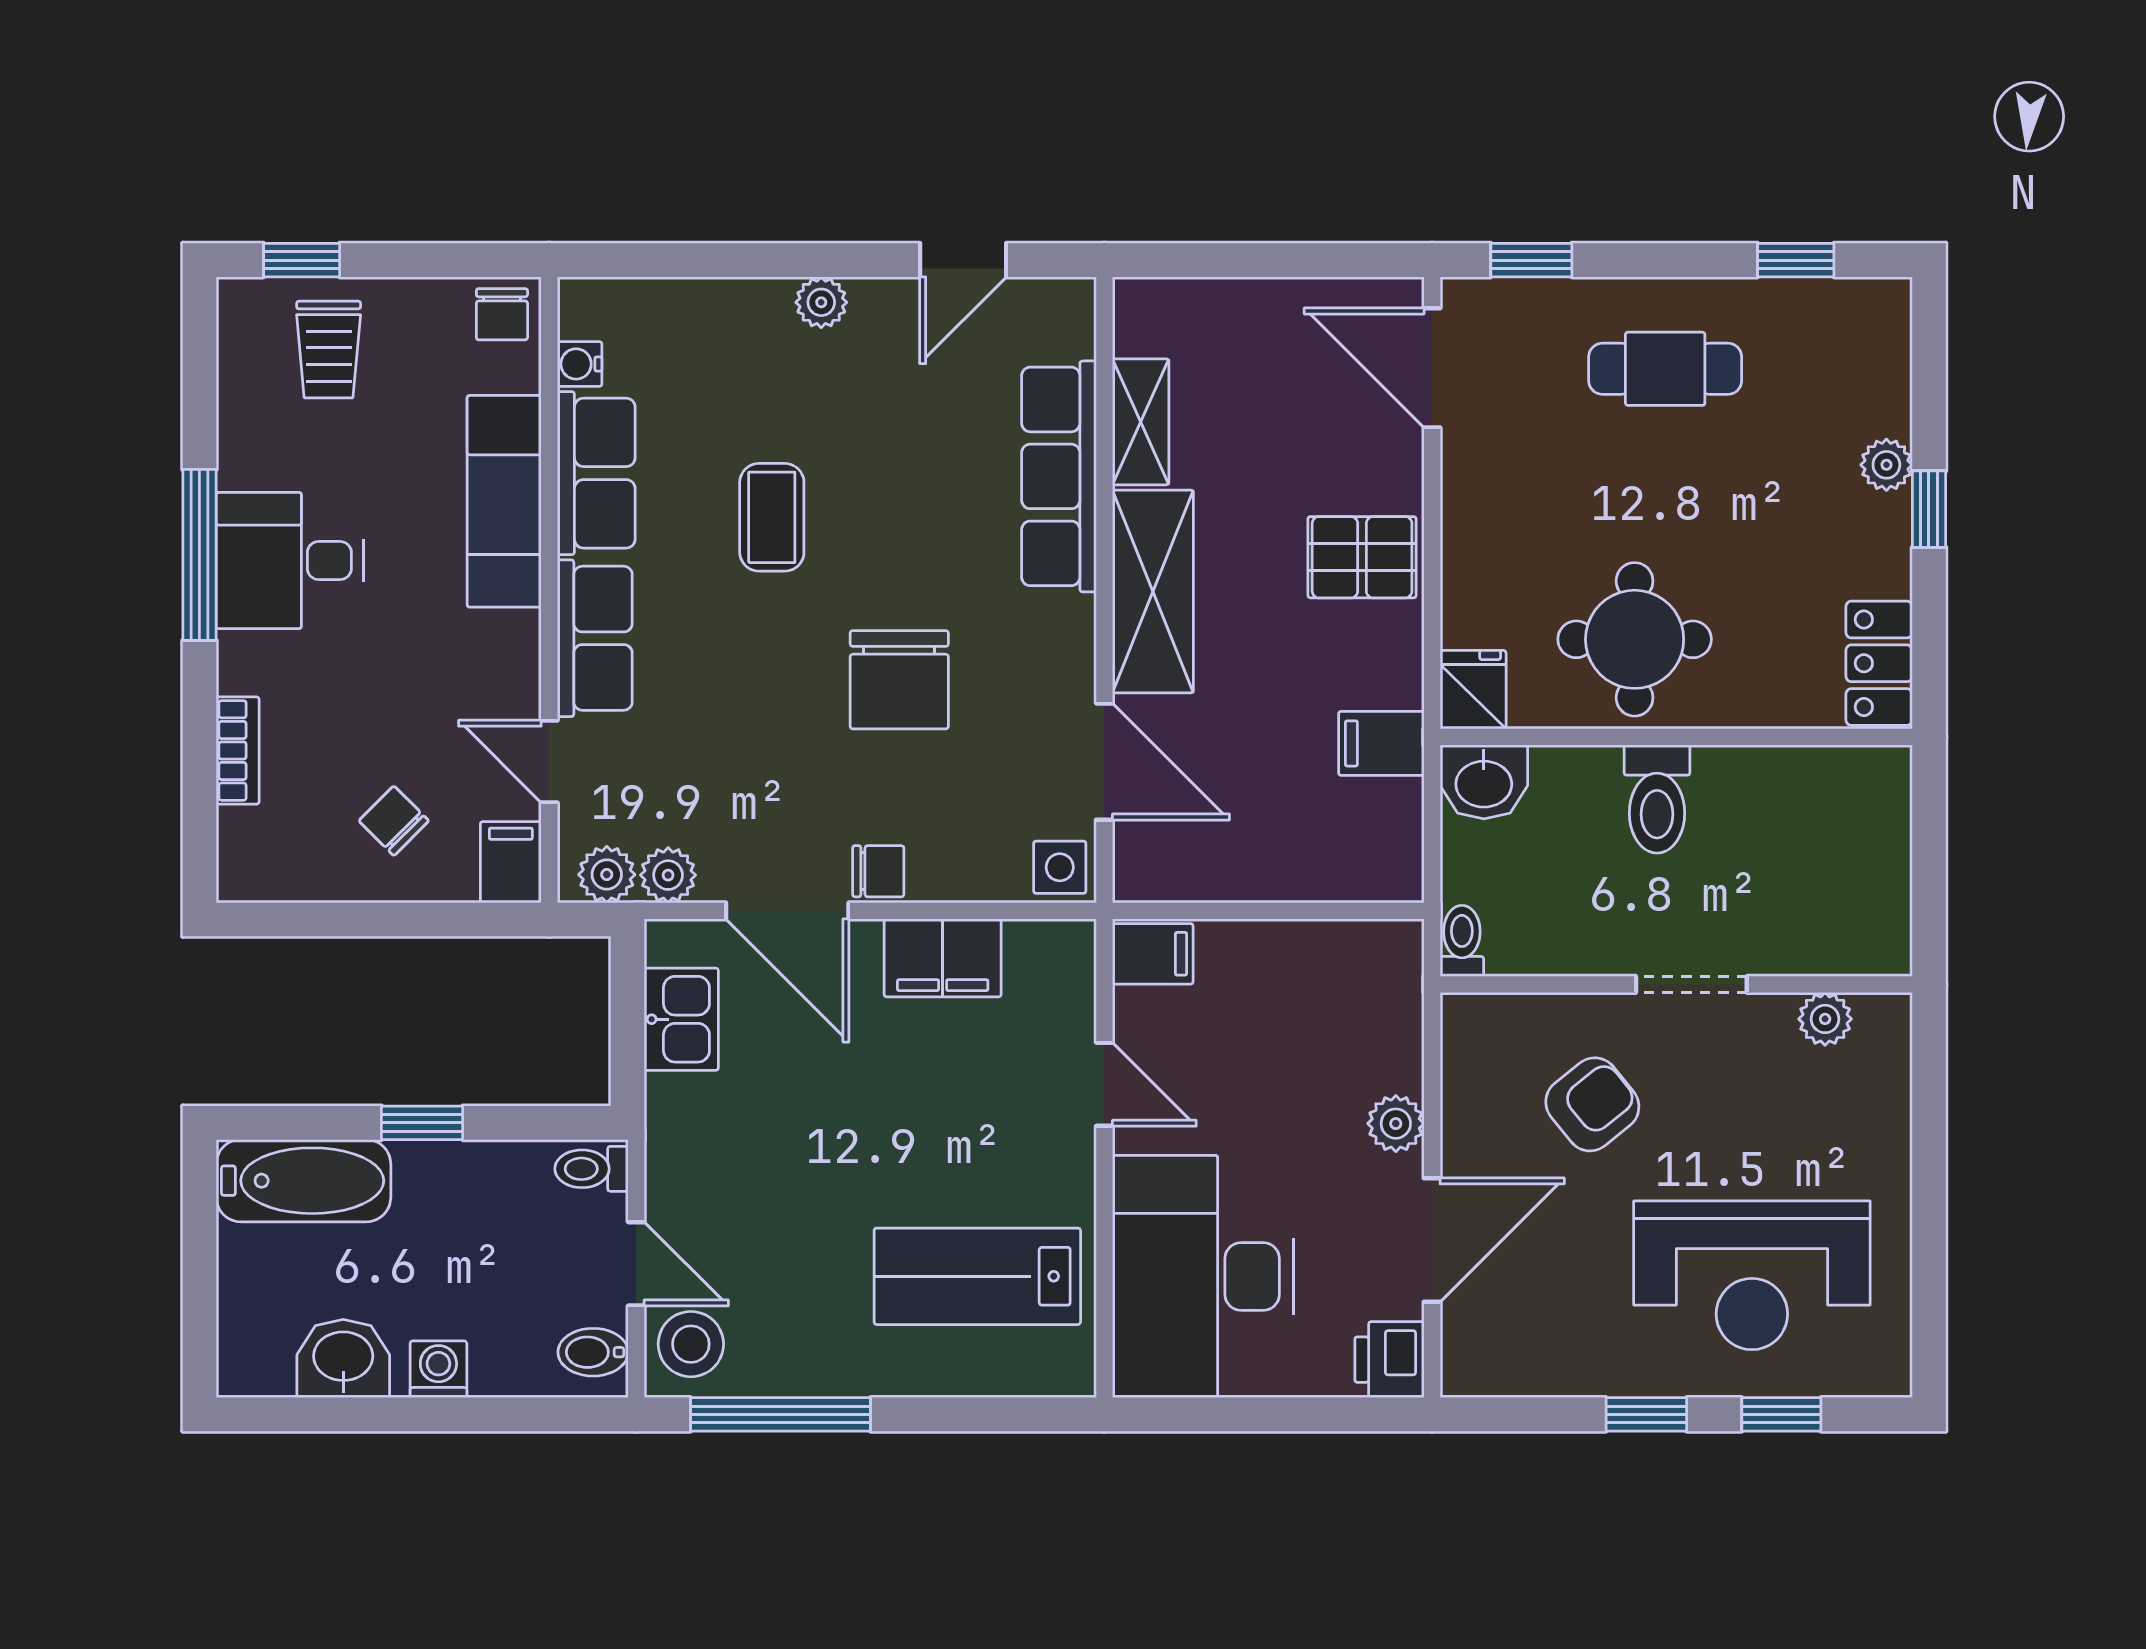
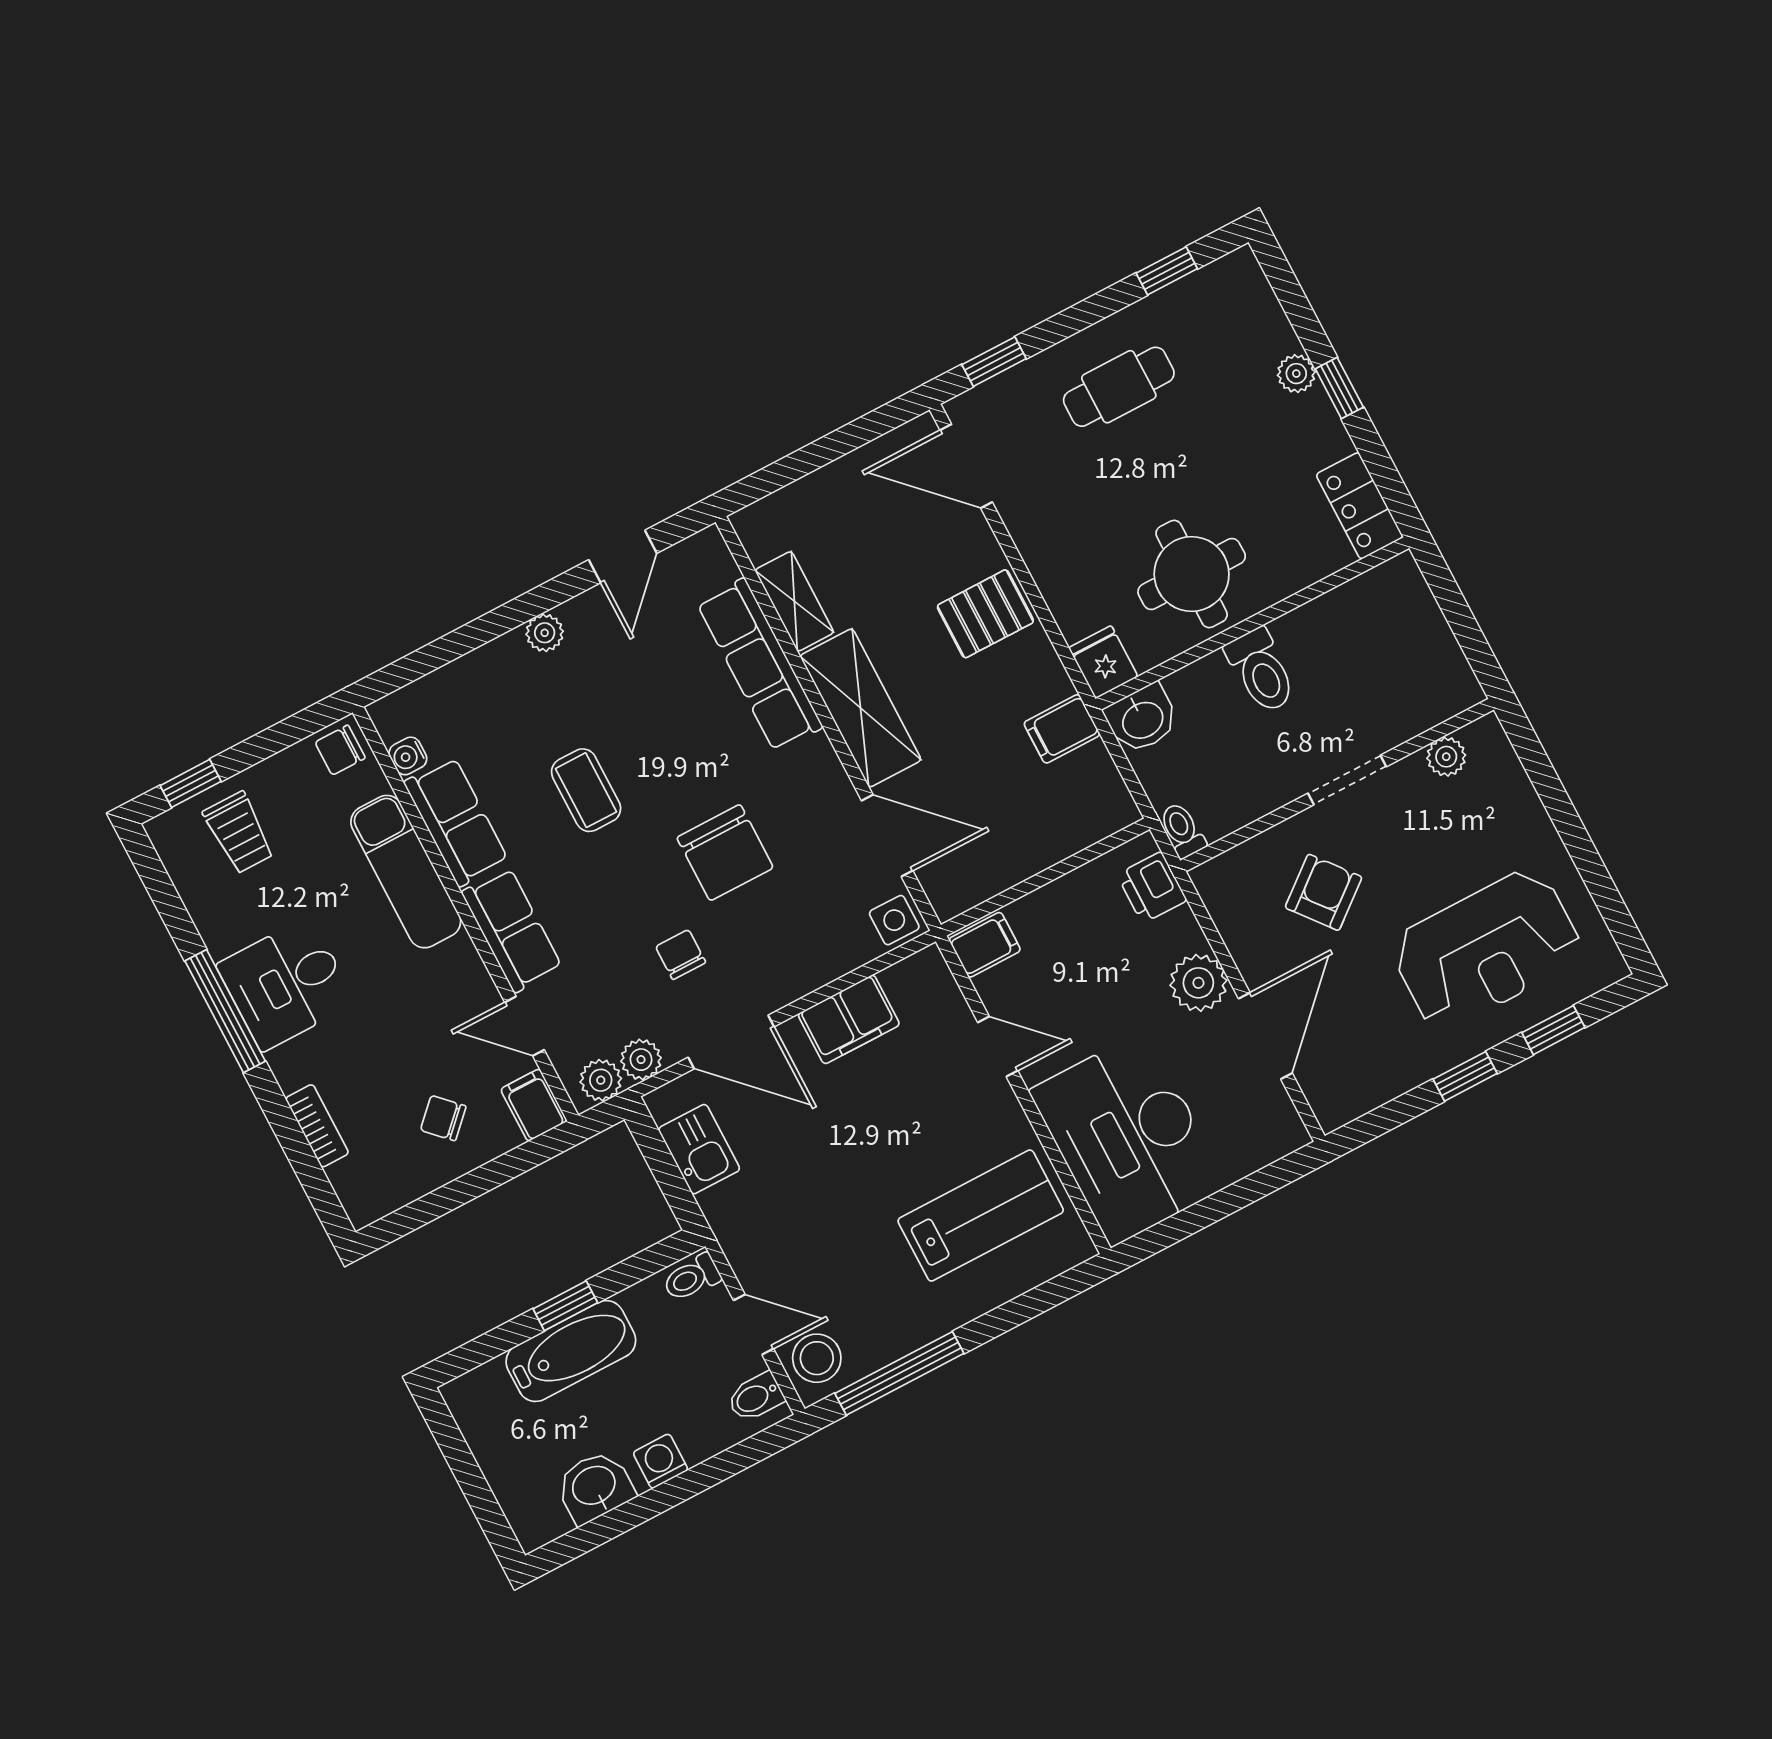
chair: (502, 314) -> (340, 750), turned 90
chair: (878, 871) -> (681, 954), moved, turned -90
plant: (1396, 1124) -> (1198, 983), width x1.38, depth x1.38
bathtub: (303, 1181) -> (571, 1351), moved
lab bench: (977, 1276) -> (981, 1216), turned 180
printer: (1389, 1360) -> (1152, 887), moved

